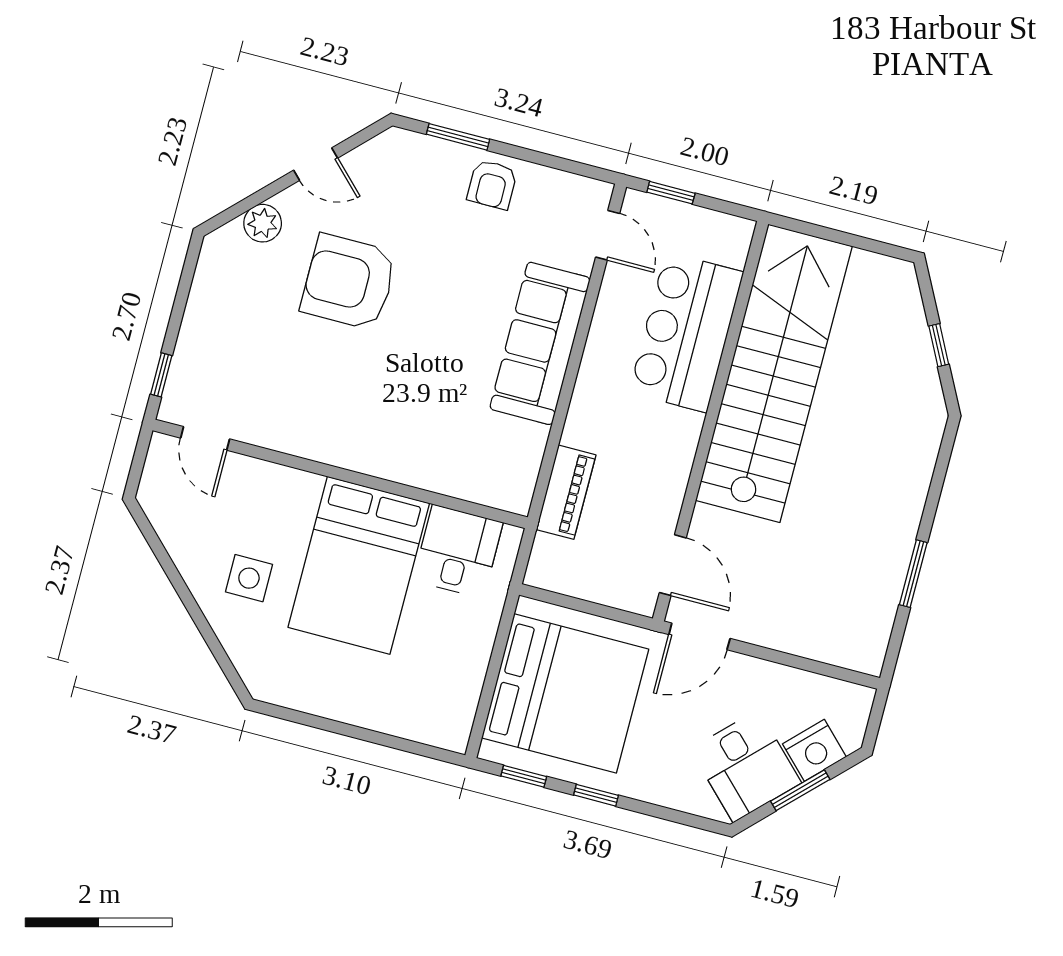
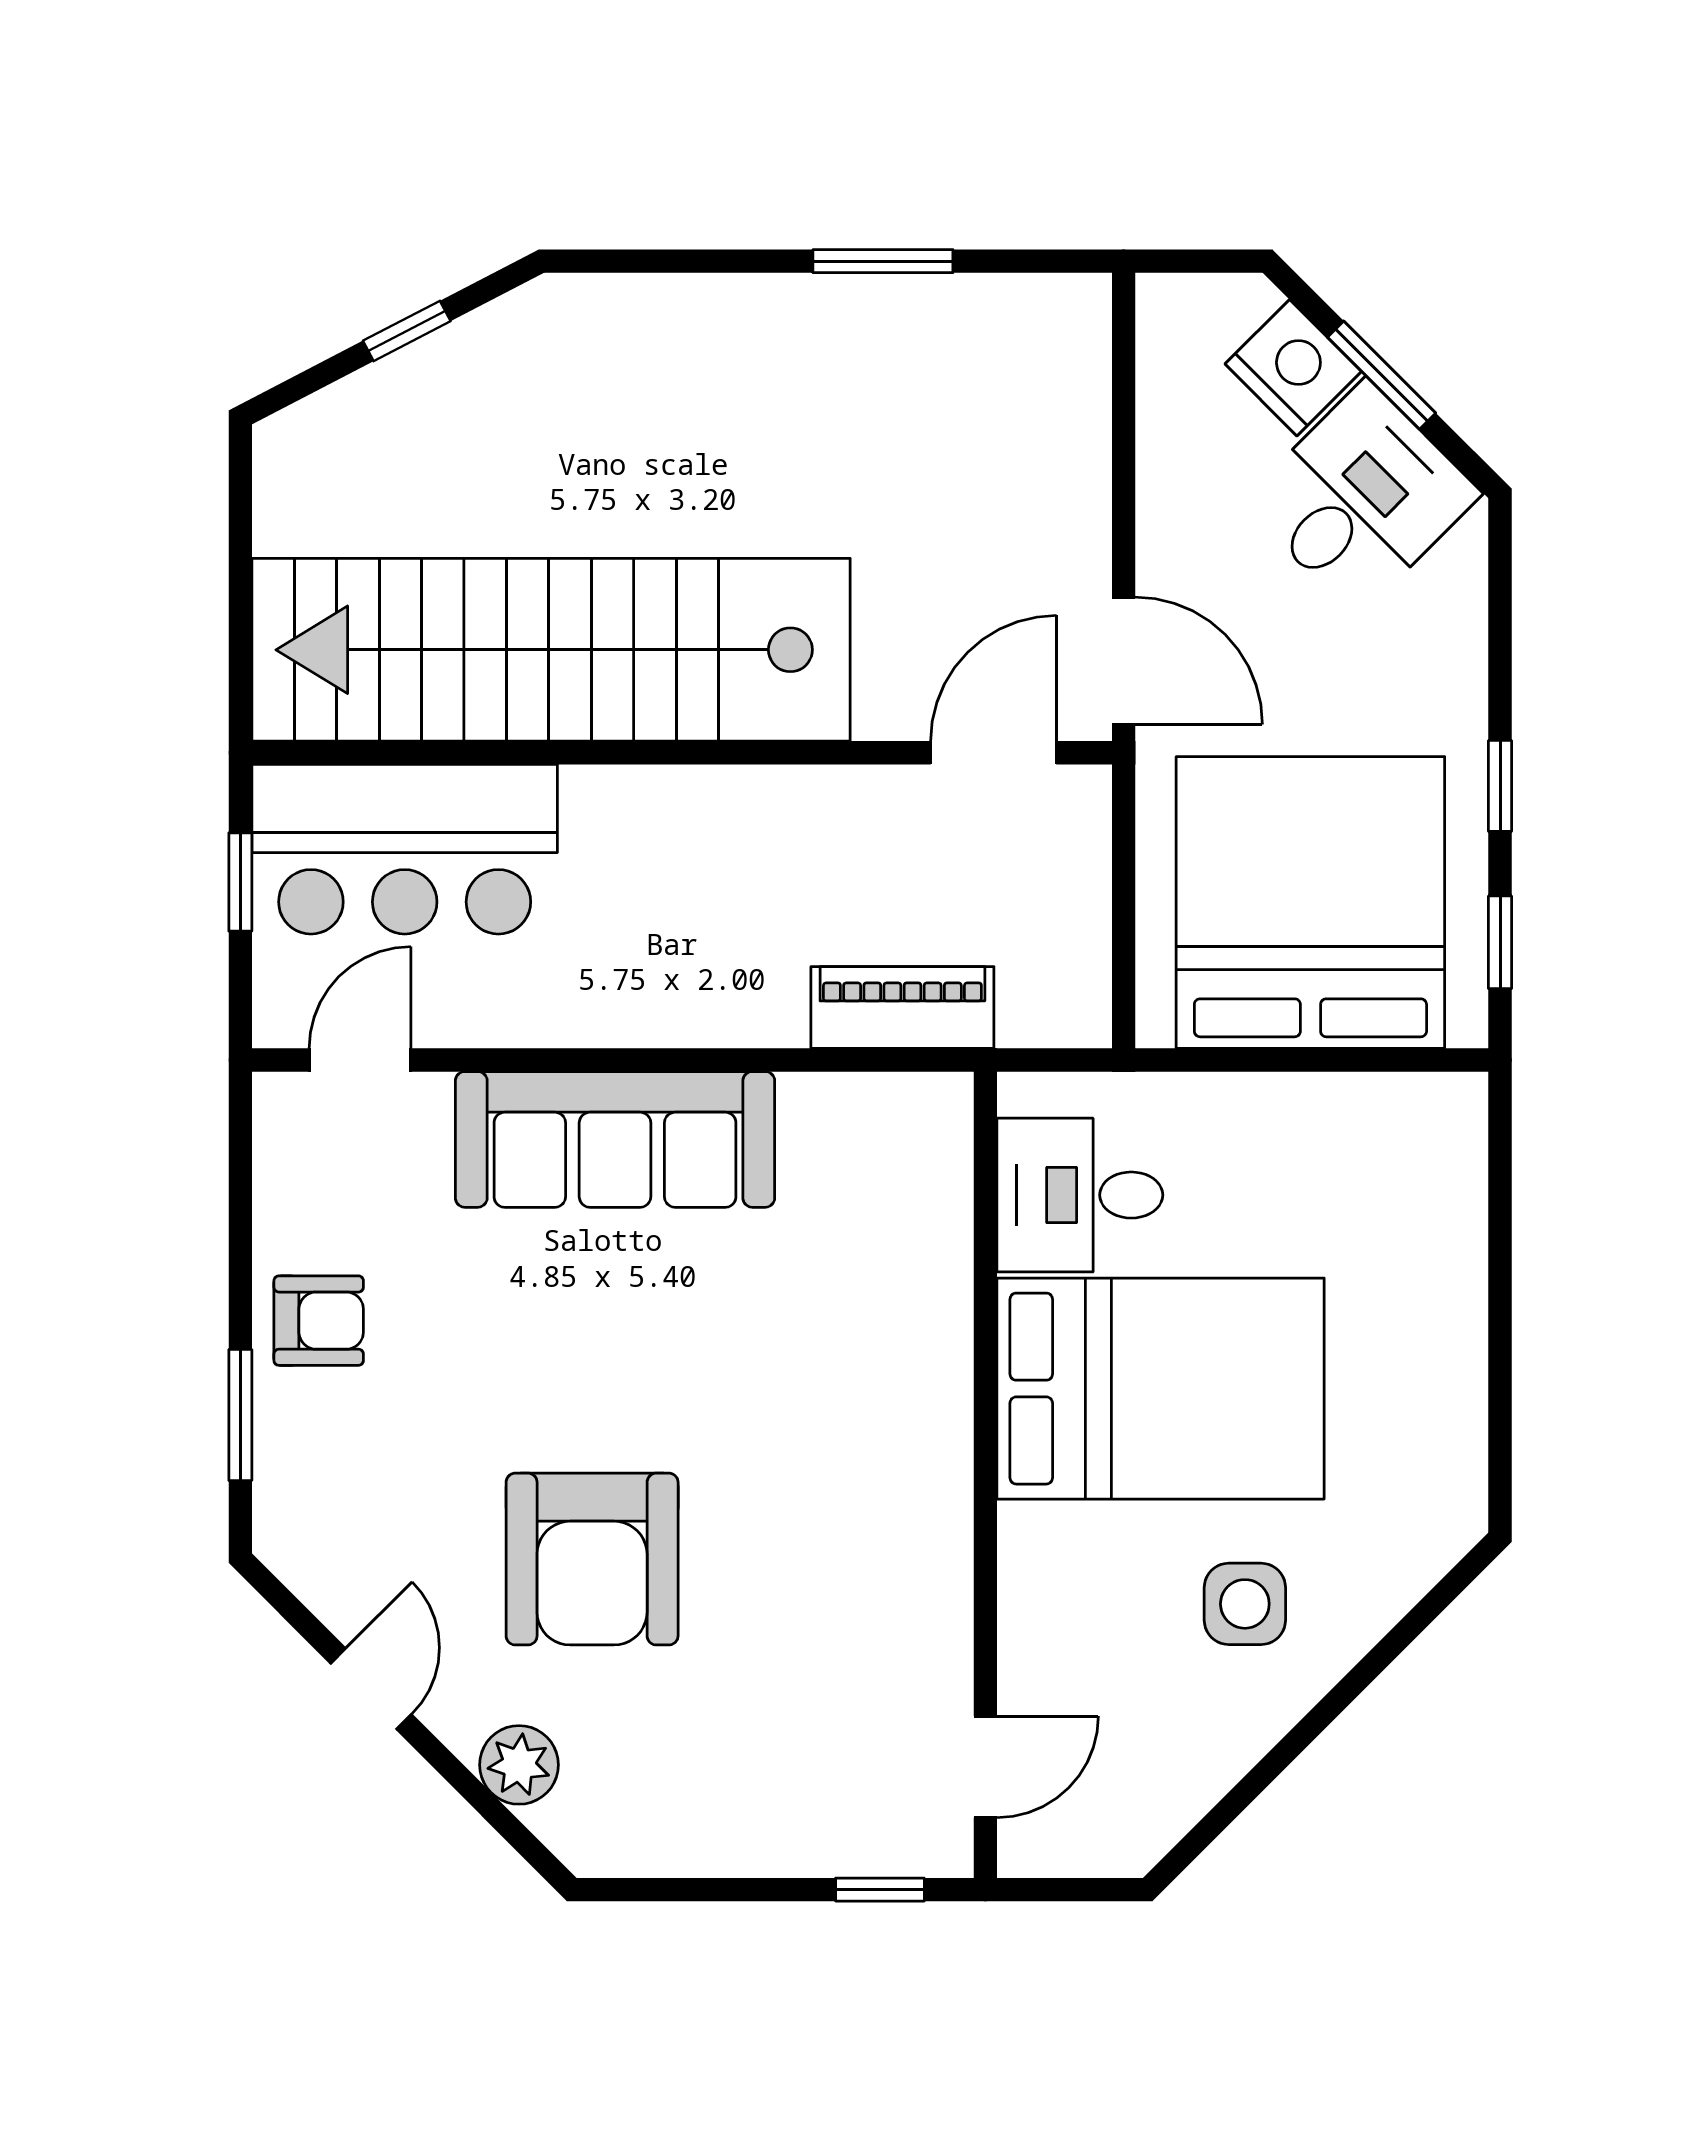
window: (671, 193) -> (240, 882), moved
bar counter: (686, 332) -> (405, 849), moved

